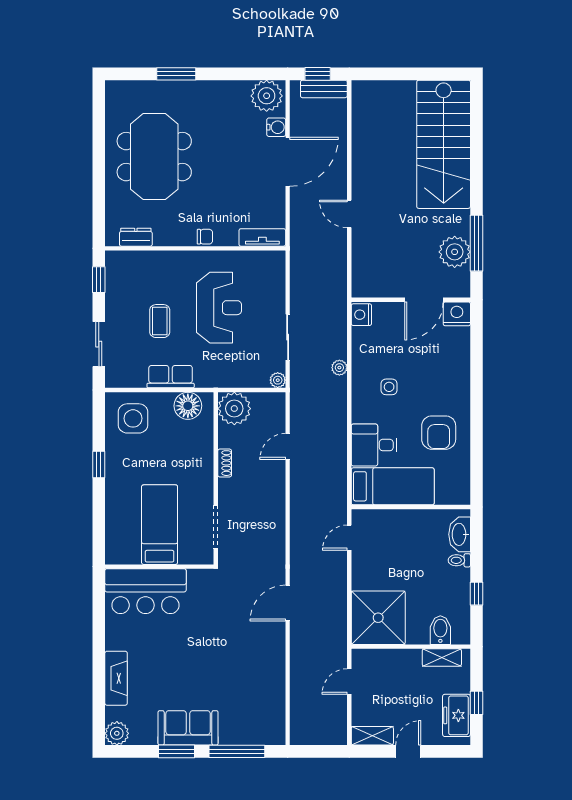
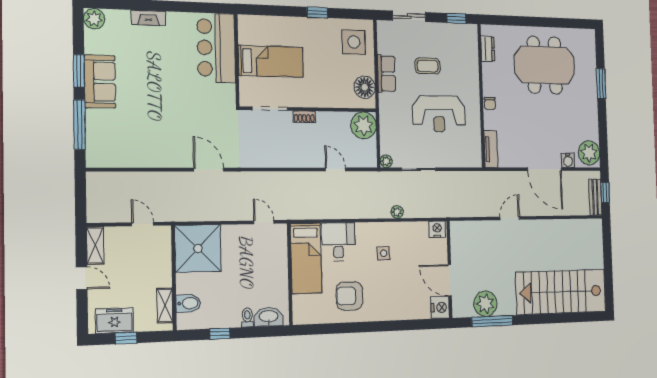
shoe rack: (225, 463) -> (304, 117), moved
fireplace: (116, 678) -> (148, 18), width x0.73, depth x0.76

